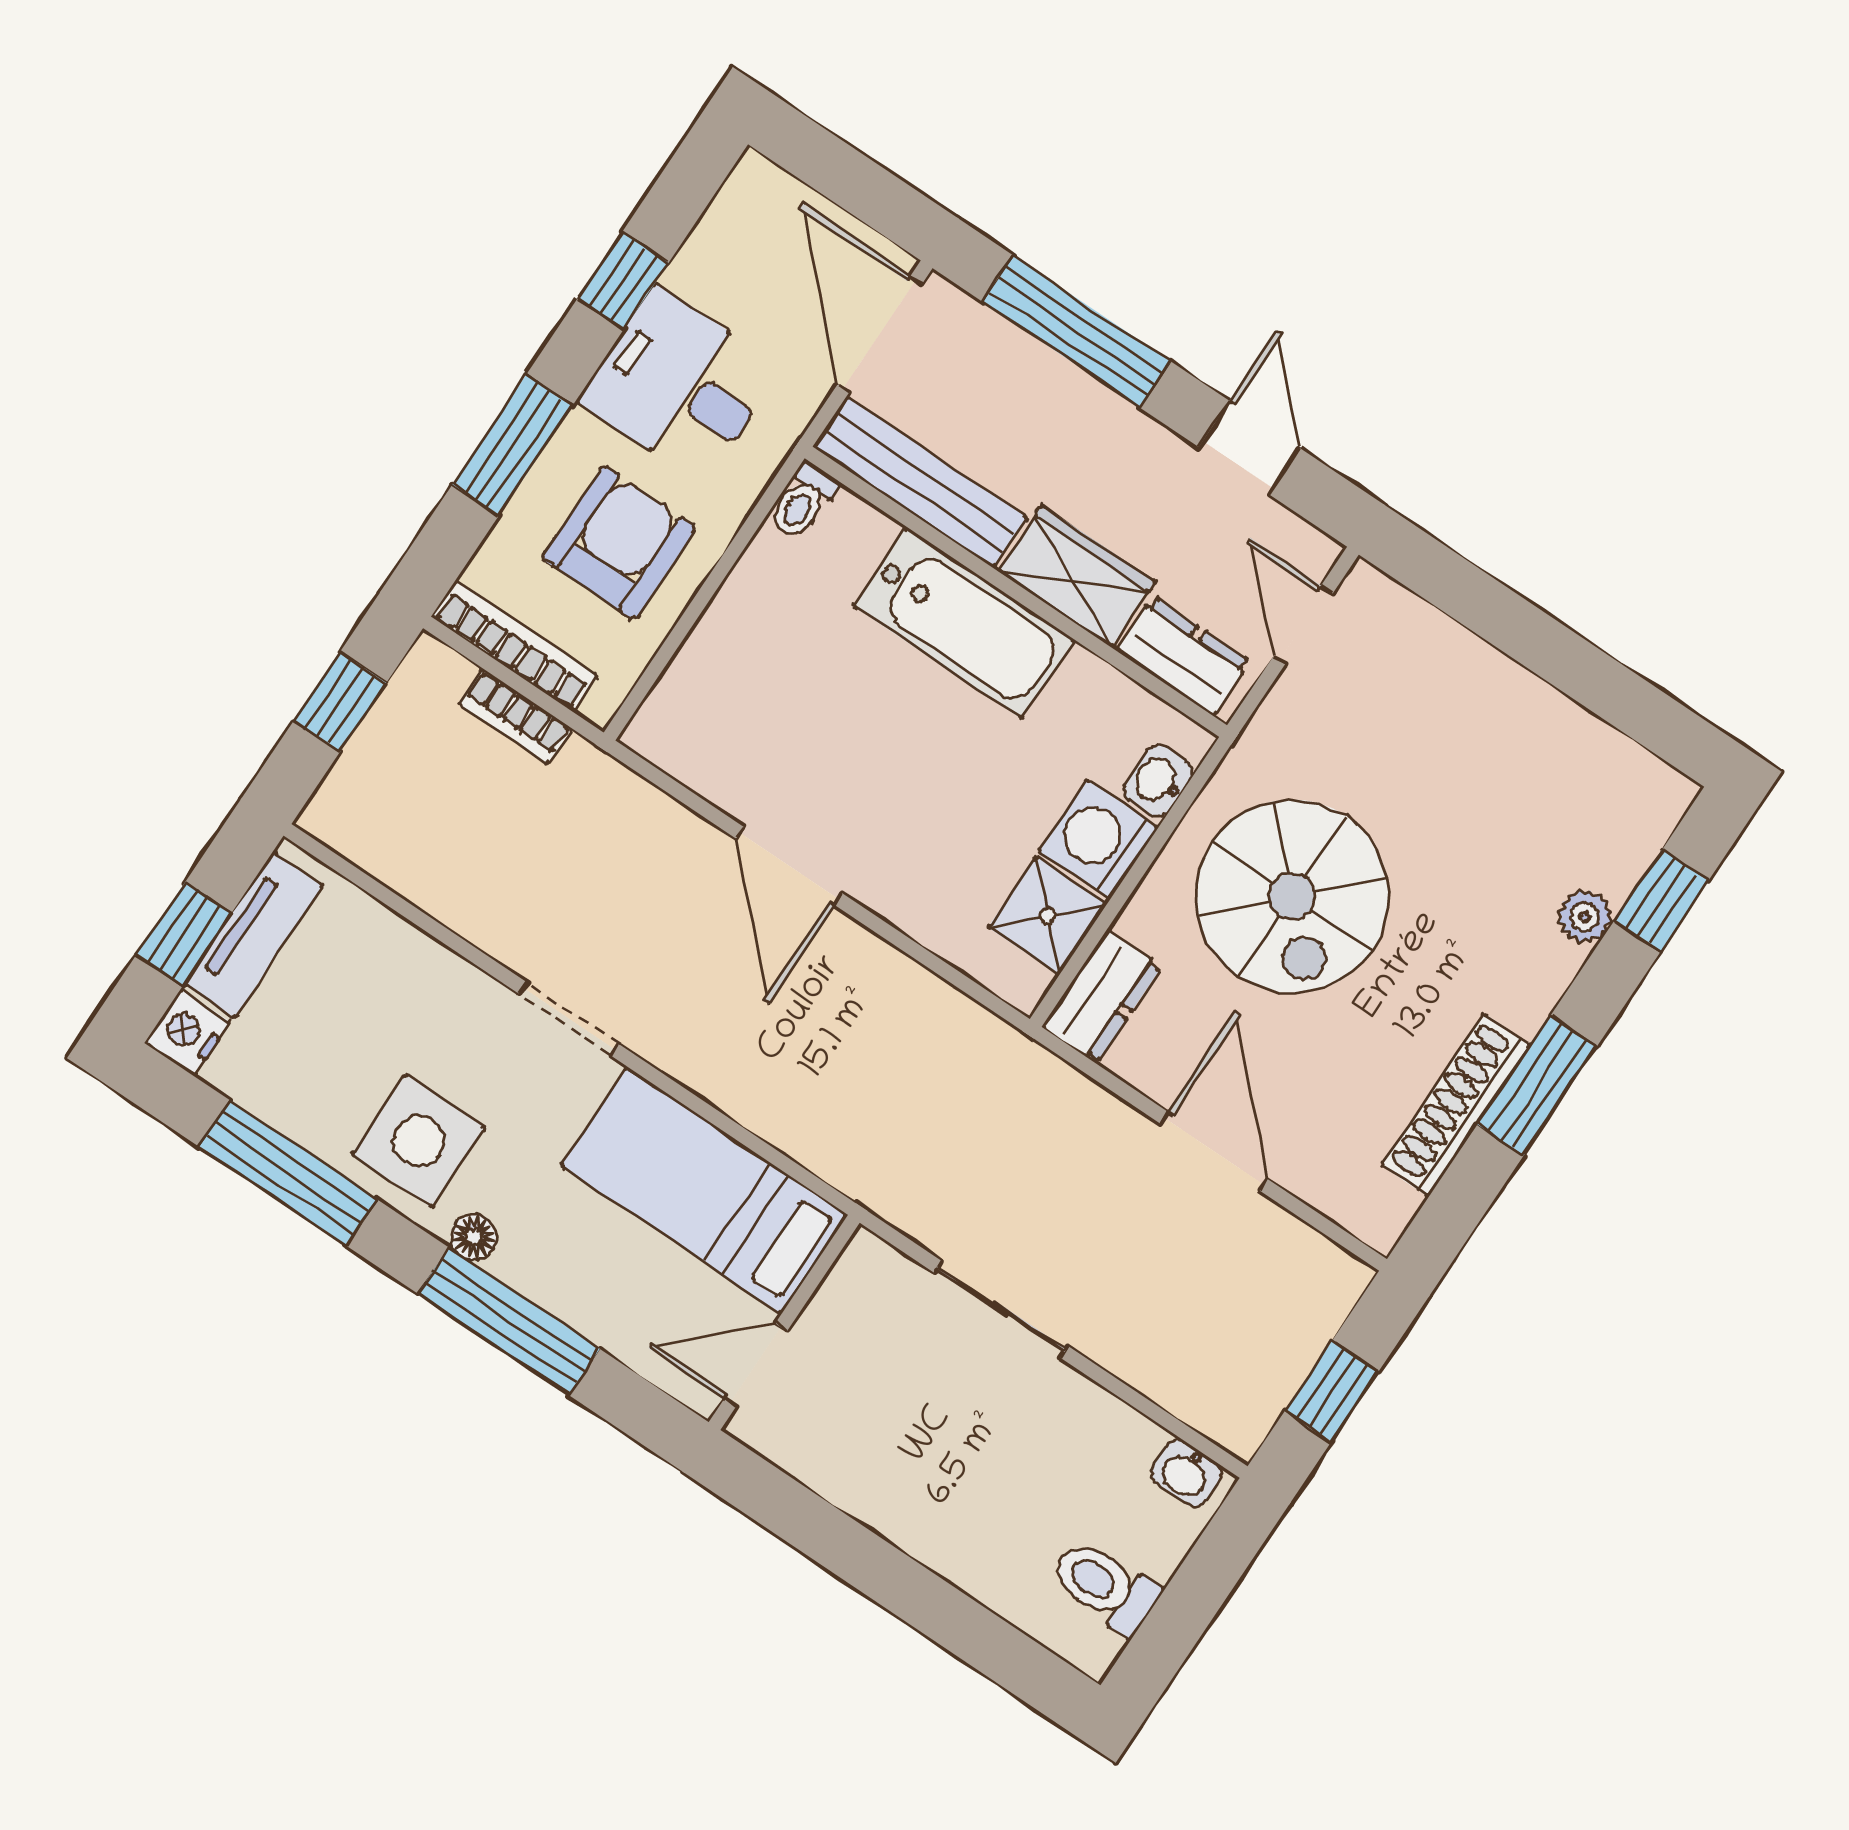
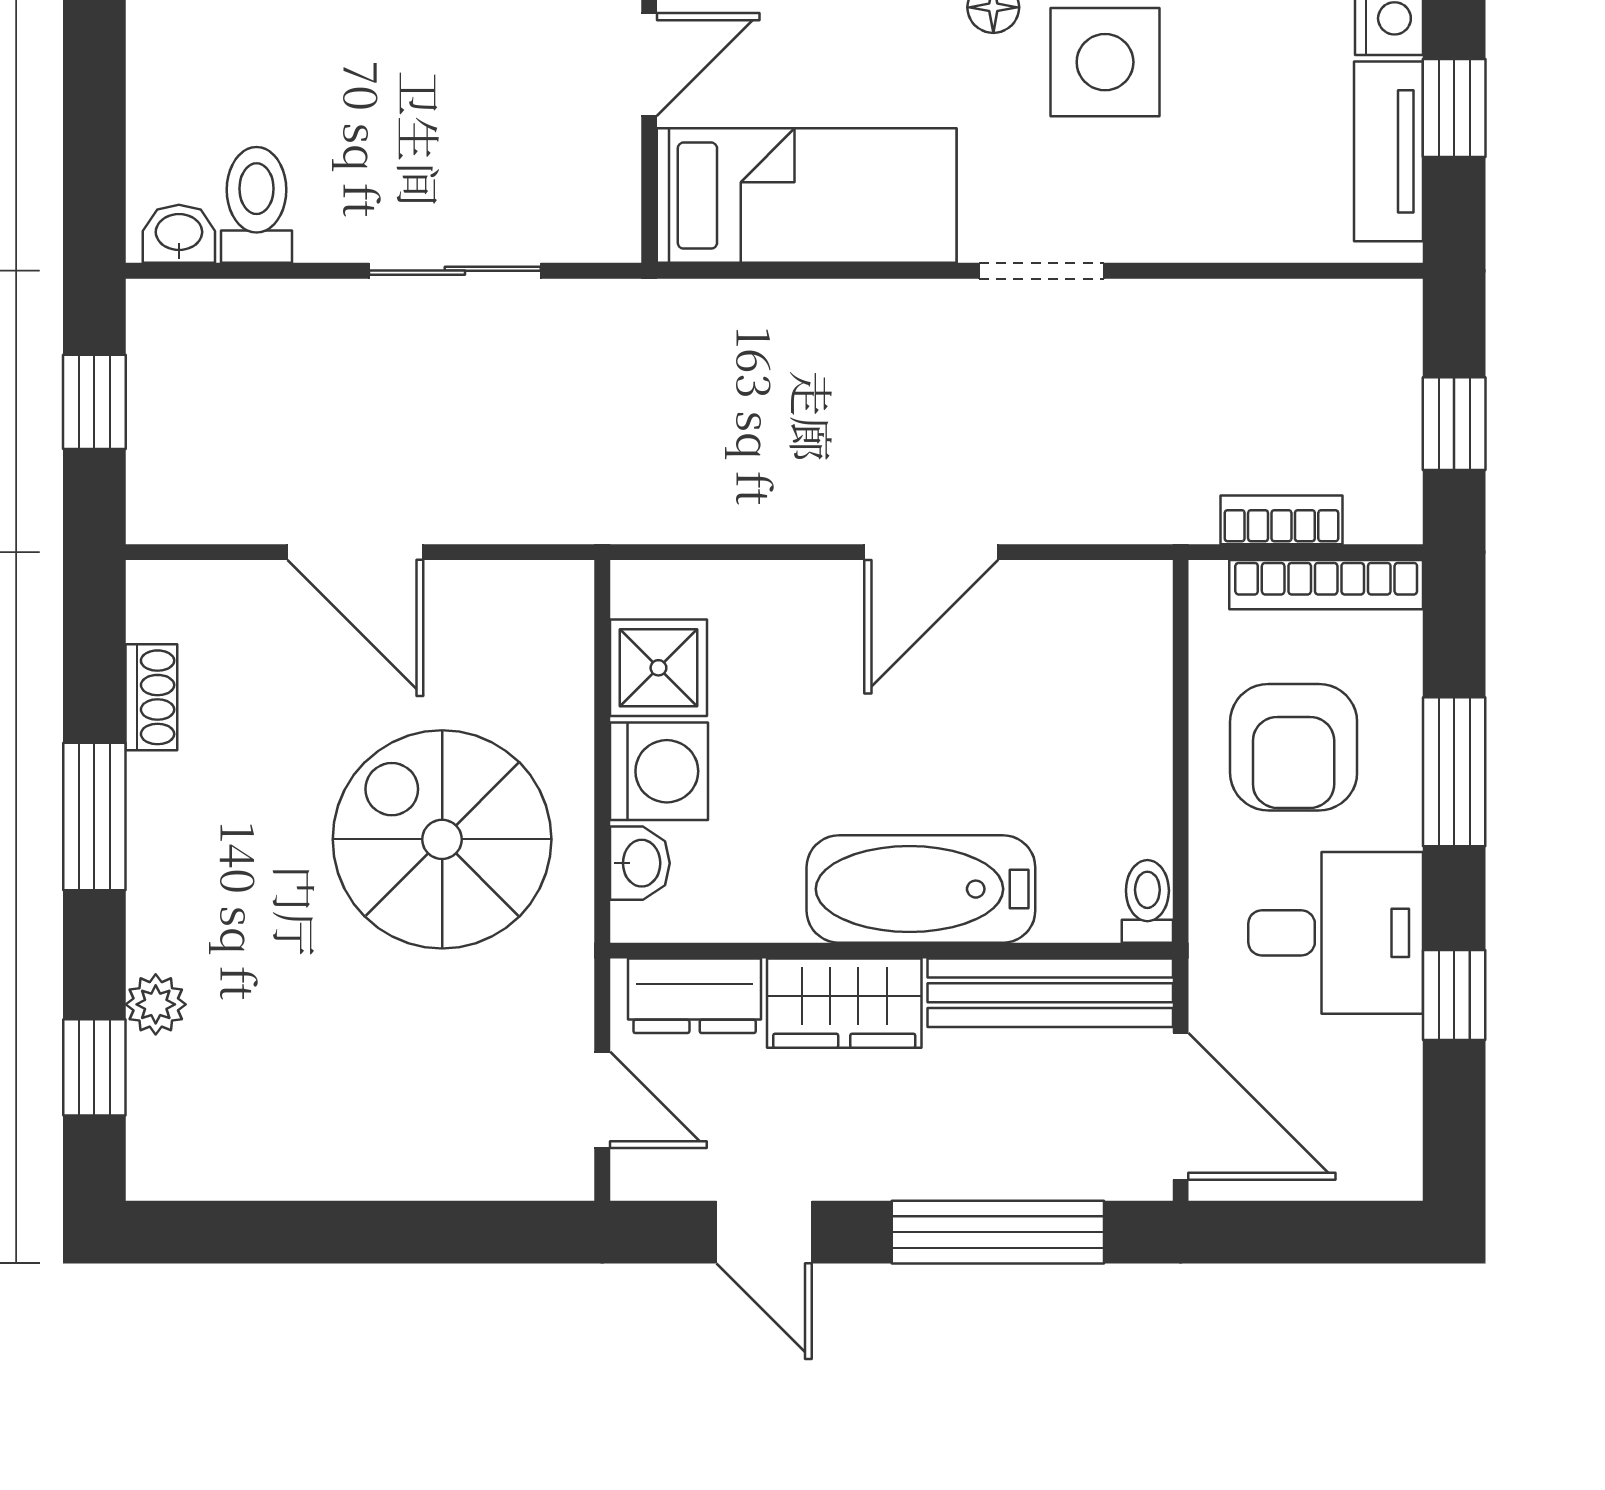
door: (789, 866) -> (931, 552), swing flipped
dresser: (1102, 997) -> (557, 626), removed
shoe rack: (1456, 1105) -> (151, 697), width x0.51, depth x0.81
toilet: (1105, 1586) -> (256, 205), moved, turned -90

